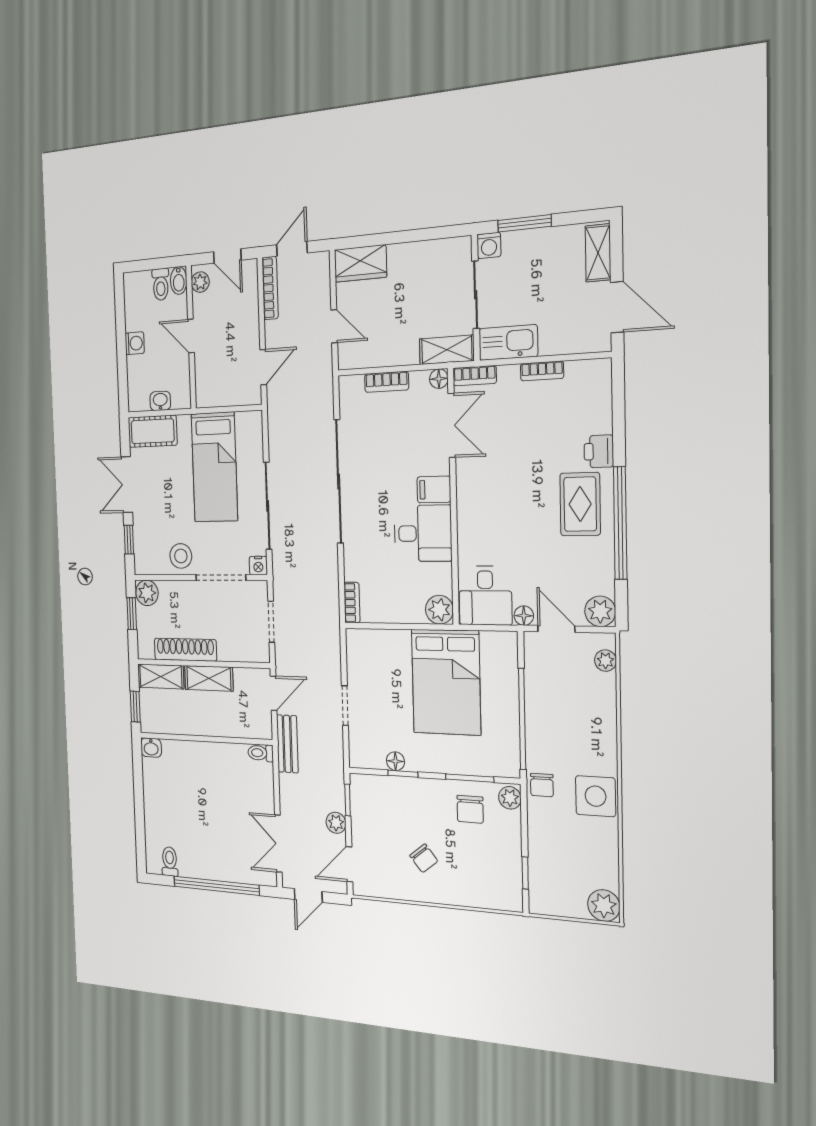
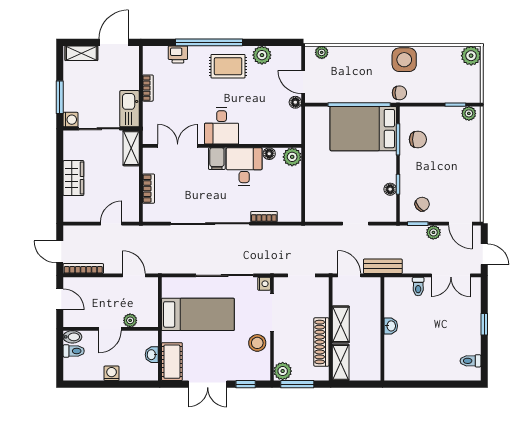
door: (227, 256) -> (60, 299), hinge flipped
wardrobe: (360, 263) -> (73, 178), moved
plant: (200, 282) -> (130, 320), moved
bookcase: (475, 376) -> (148, 130), removed
floor lamp: (439, 379) -> (269, 154), moved
printer: (599, 451) -> (178, 55), moved
window: (620, 523) -> (209, 42), moved
desk: (485, 596) -> (222, 126), moved, turned 90
bookcase: (352, 603) -> (264, 217), moved
plant: (600, 611) -> (262, 55), moved
window: (132, 614) -> (297, 384), width x1.50
door: (556, 629) -> (303, 82), hinge flipped
bed: (446, 682) -> (363, 129), moved, turned 180
window: (135, 707) -> (362, 384), removed
washbasin: (151, 748) -> (391, 326), moved
toilet: (261, 753) -> (418, 287), moved
plant: (510, 798) -> (469, 113), moved
chair: (424, 858) -> (422, 204), moved
window: (216, 886) -> (484, 324), width x0.32

